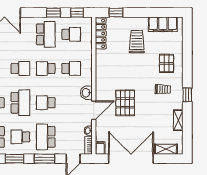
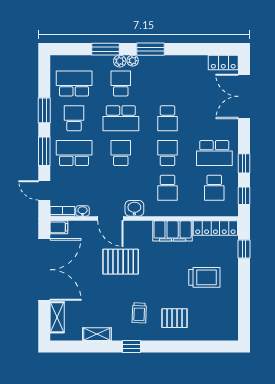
filing cabinet: (163, 24) -> (173, 231), moved, turned -90

